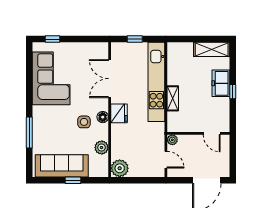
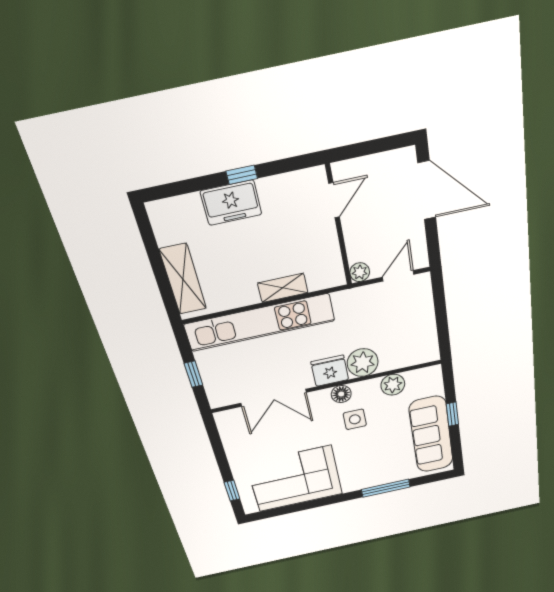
shelving: (212, 49) -> (183, 279), moved
plant: (120, 168) -> (363, 363), moved

